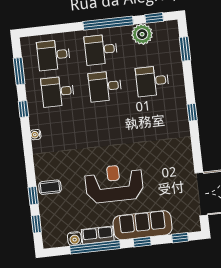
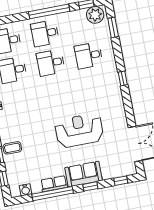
plant: (142, 34) -> (95, 15), moved
reception desk: (114, 183) -> (79, 130), moved
sofa: (143, 225) -> (84, 174), width x0.73
water cooler: (74, 239) -> (25, 190), moved

